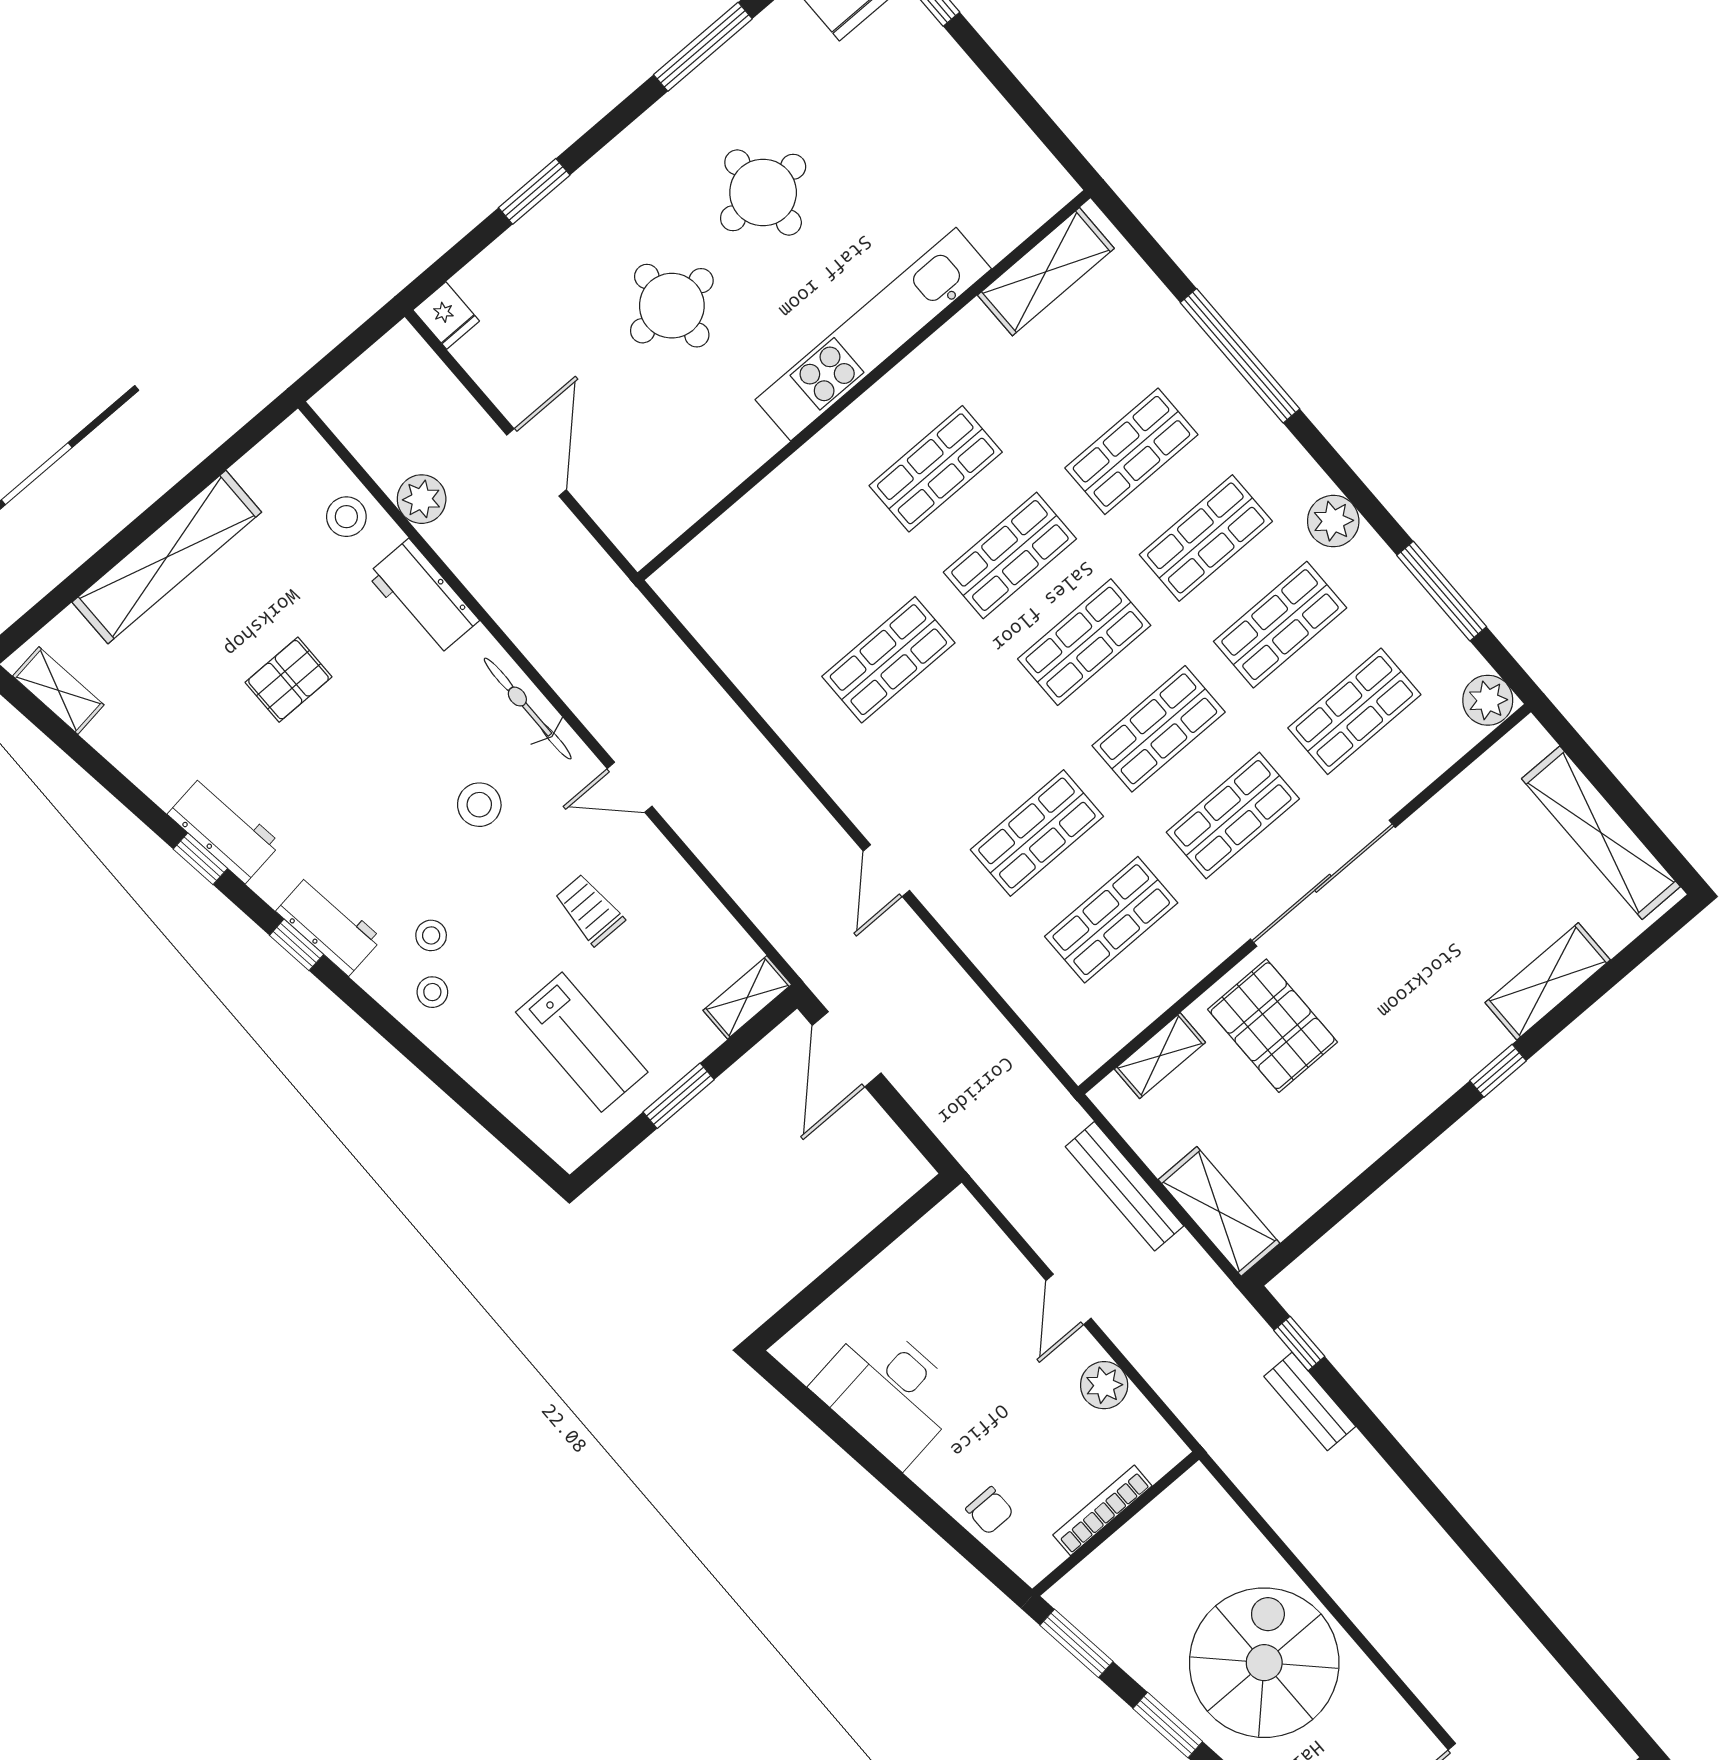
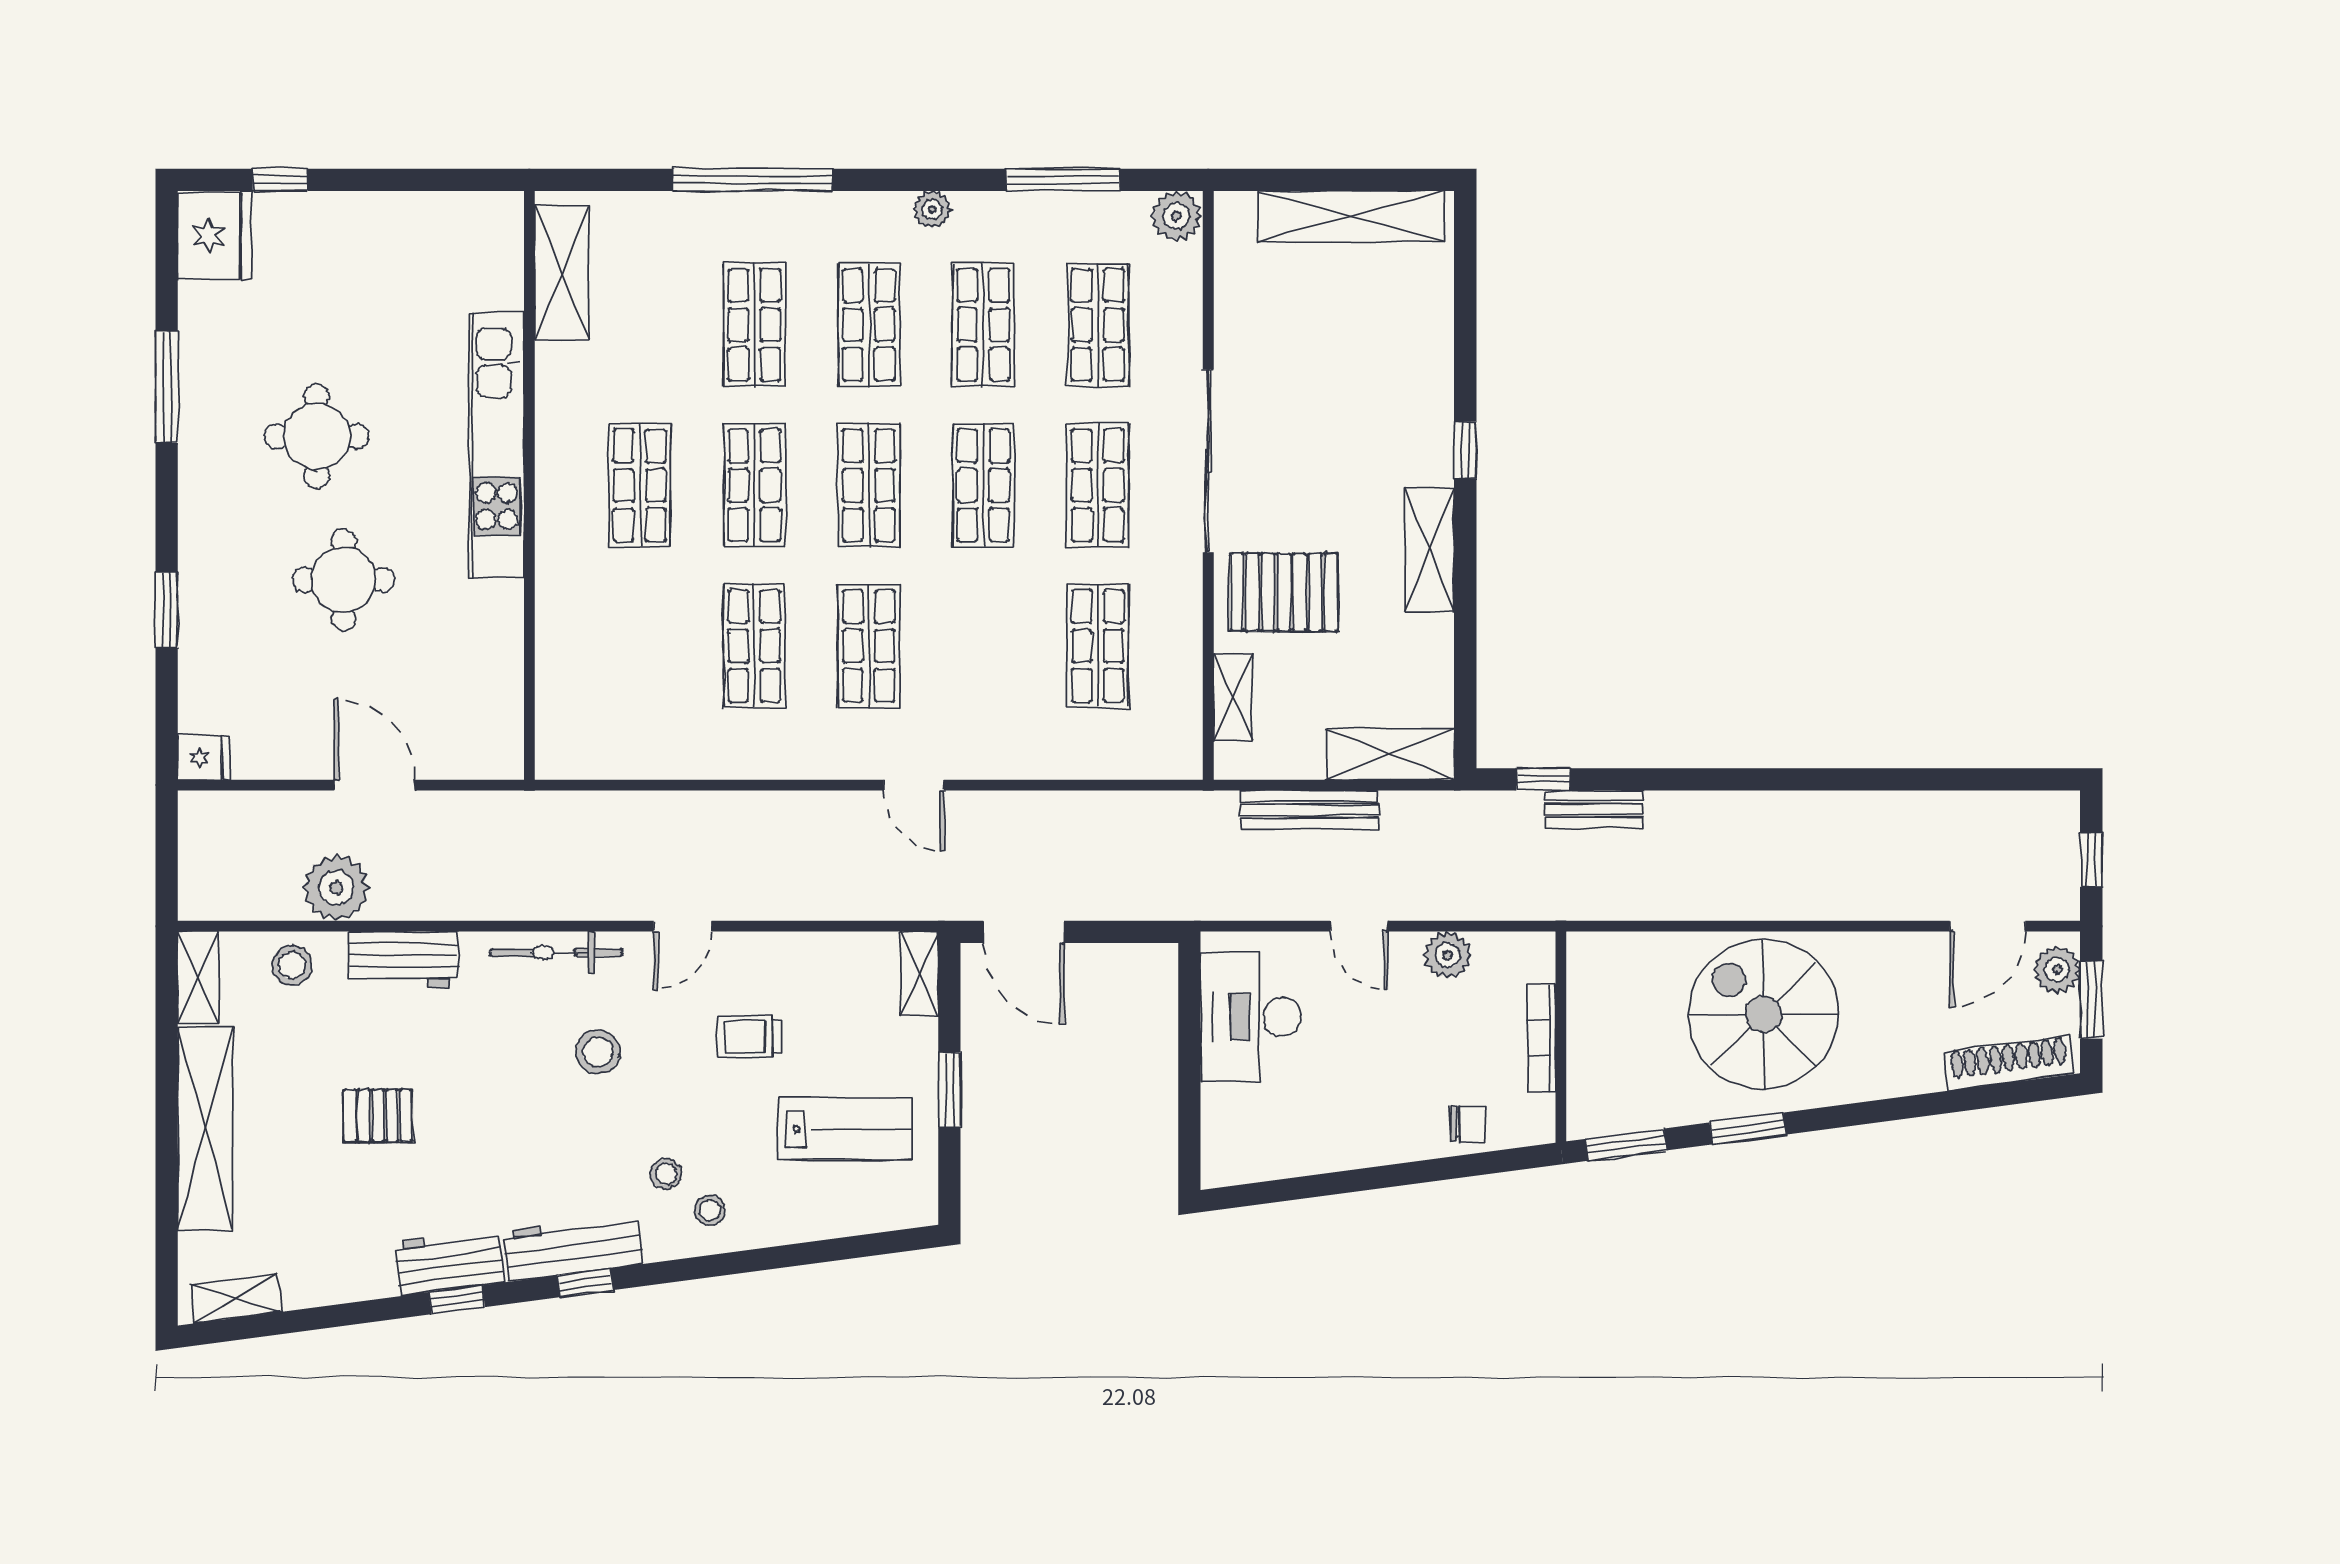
shelving: (277, 454) -> (198, 977), added
plant: (422, 499) -> (336, 888), width x1.36, depth x1.36
plant: (1333, 521) -> (932, 210), width x0.73, depth x0.73
pallet: (288, 680) -> (378, 1116), turned 90
shop shelf: (1037, 833) -> (869, 646), moved
workbench: (329, 925) -> (573, 1248), width x1.38
shelving: (1548, 981) -> (1430, 550), moved
desk: (888, 1392) -> (1251, 1017), moved, turned 98

